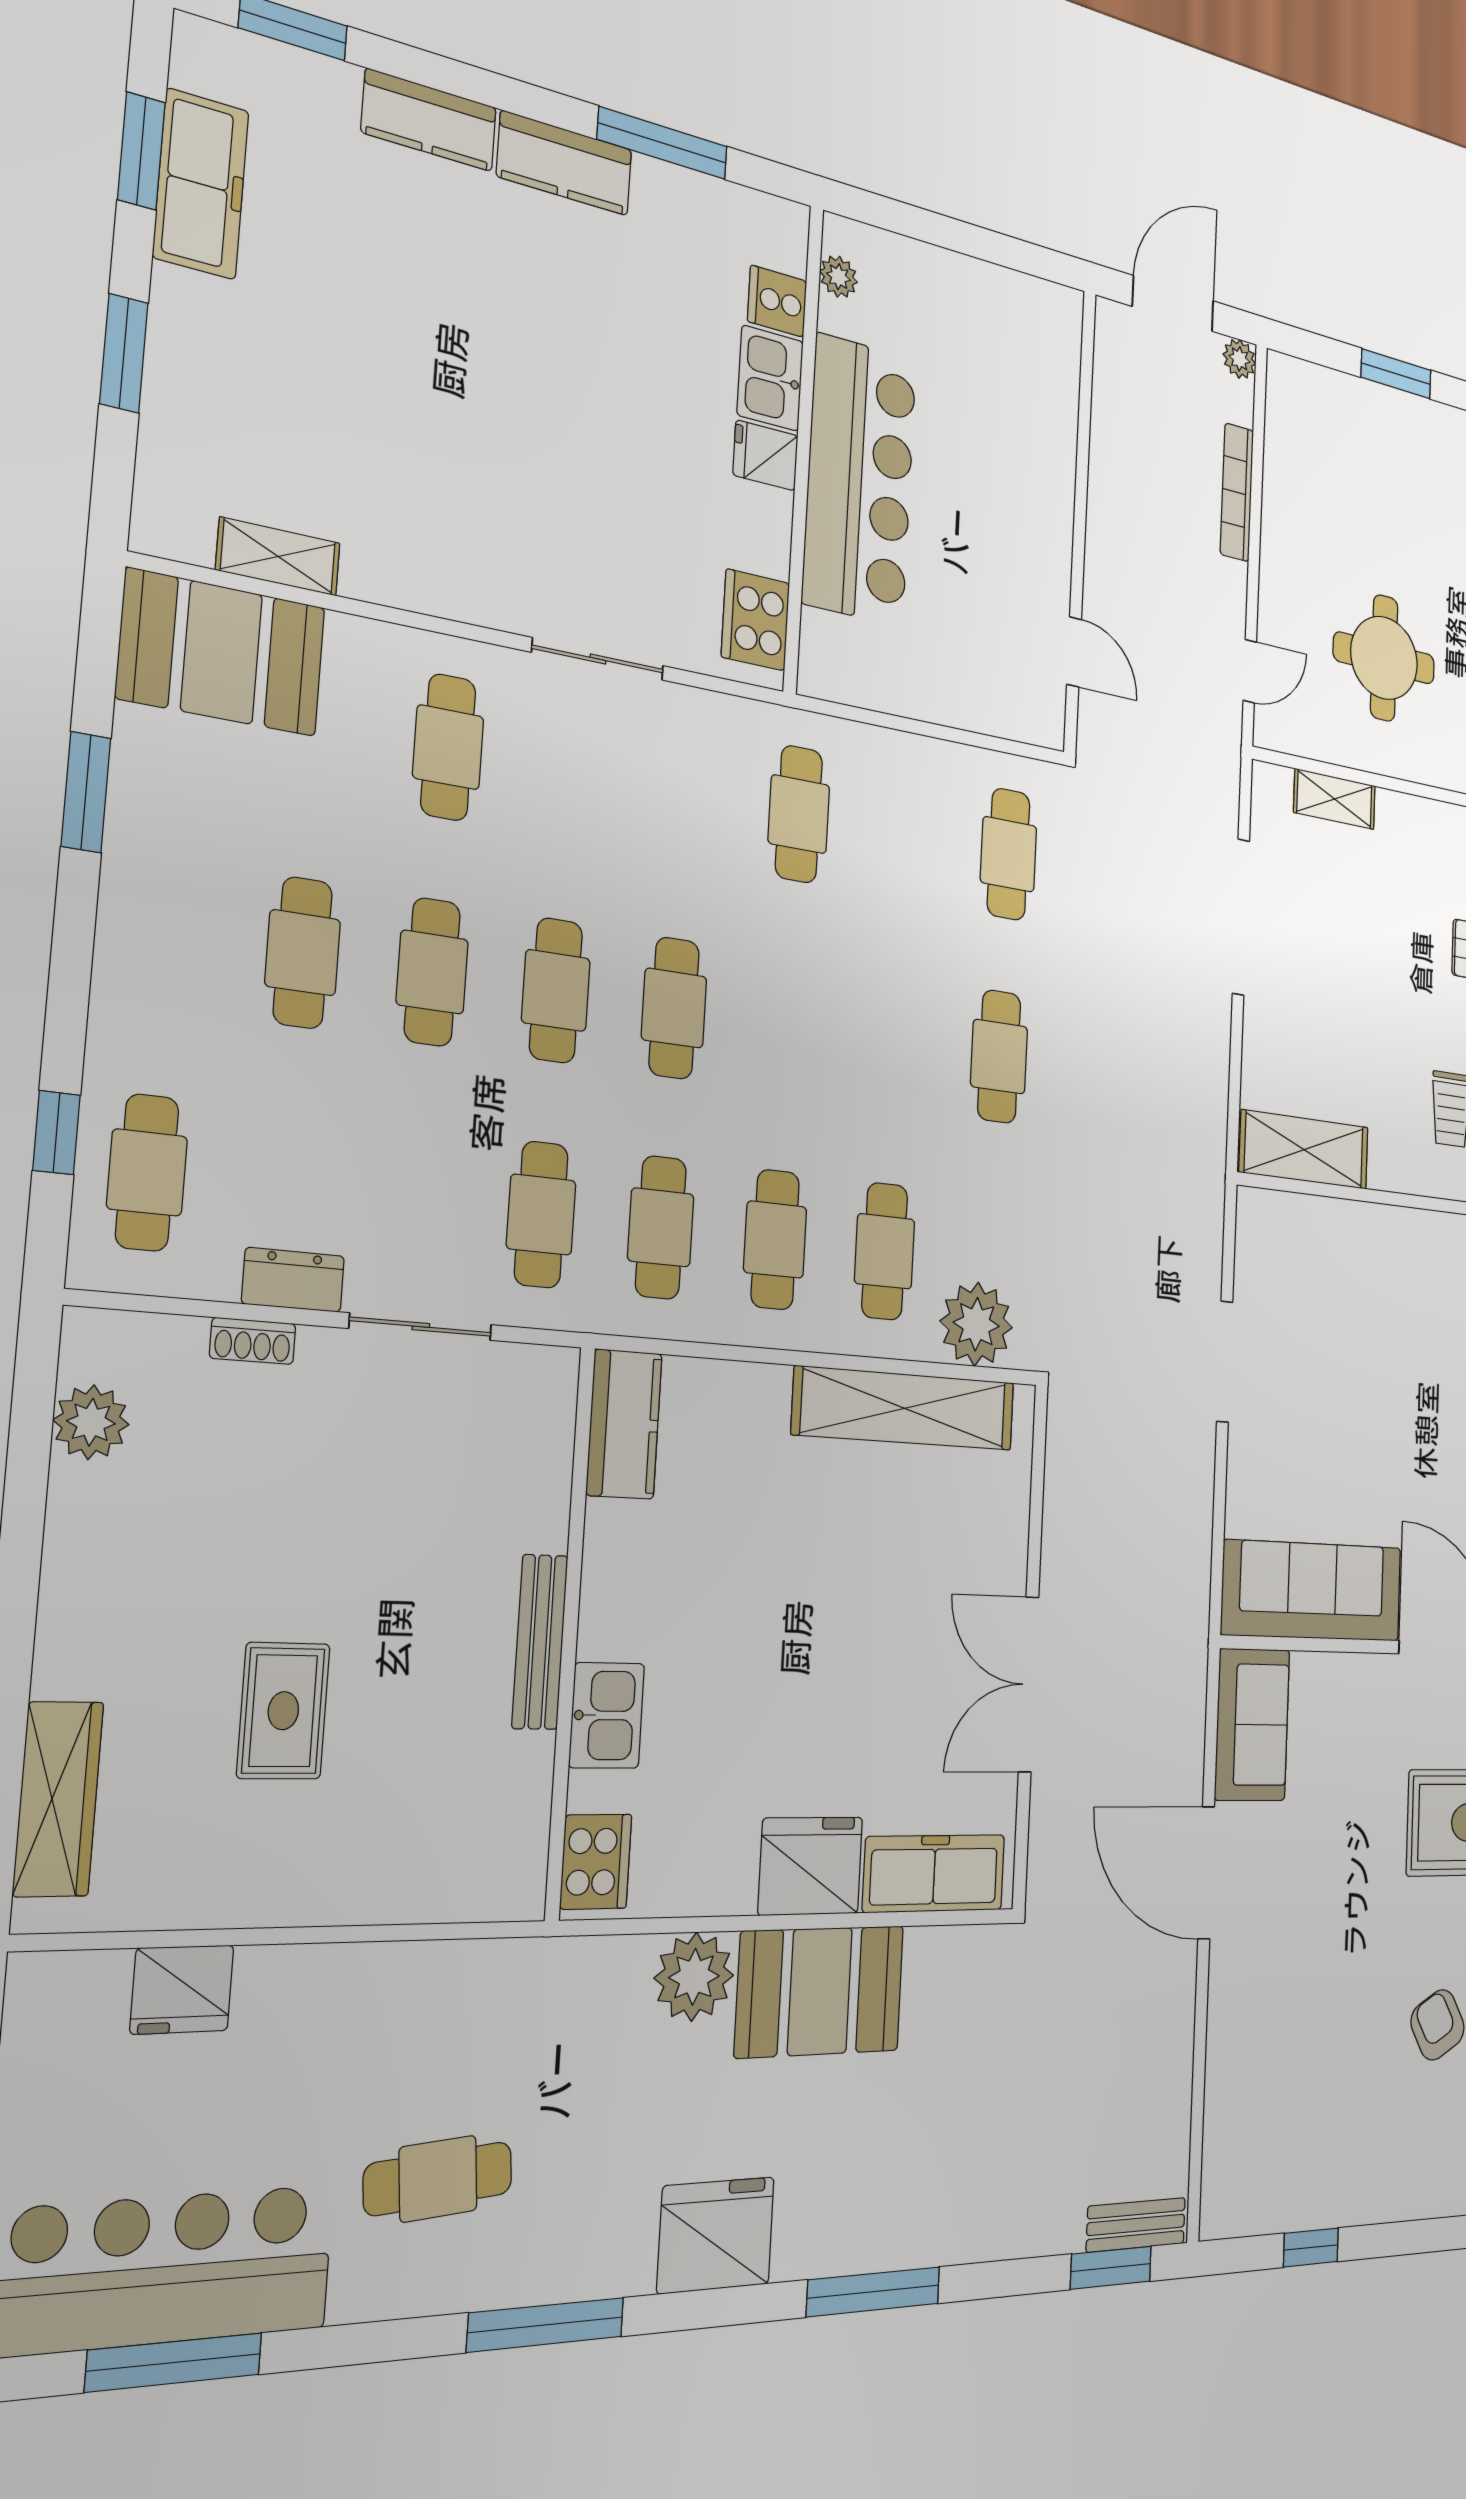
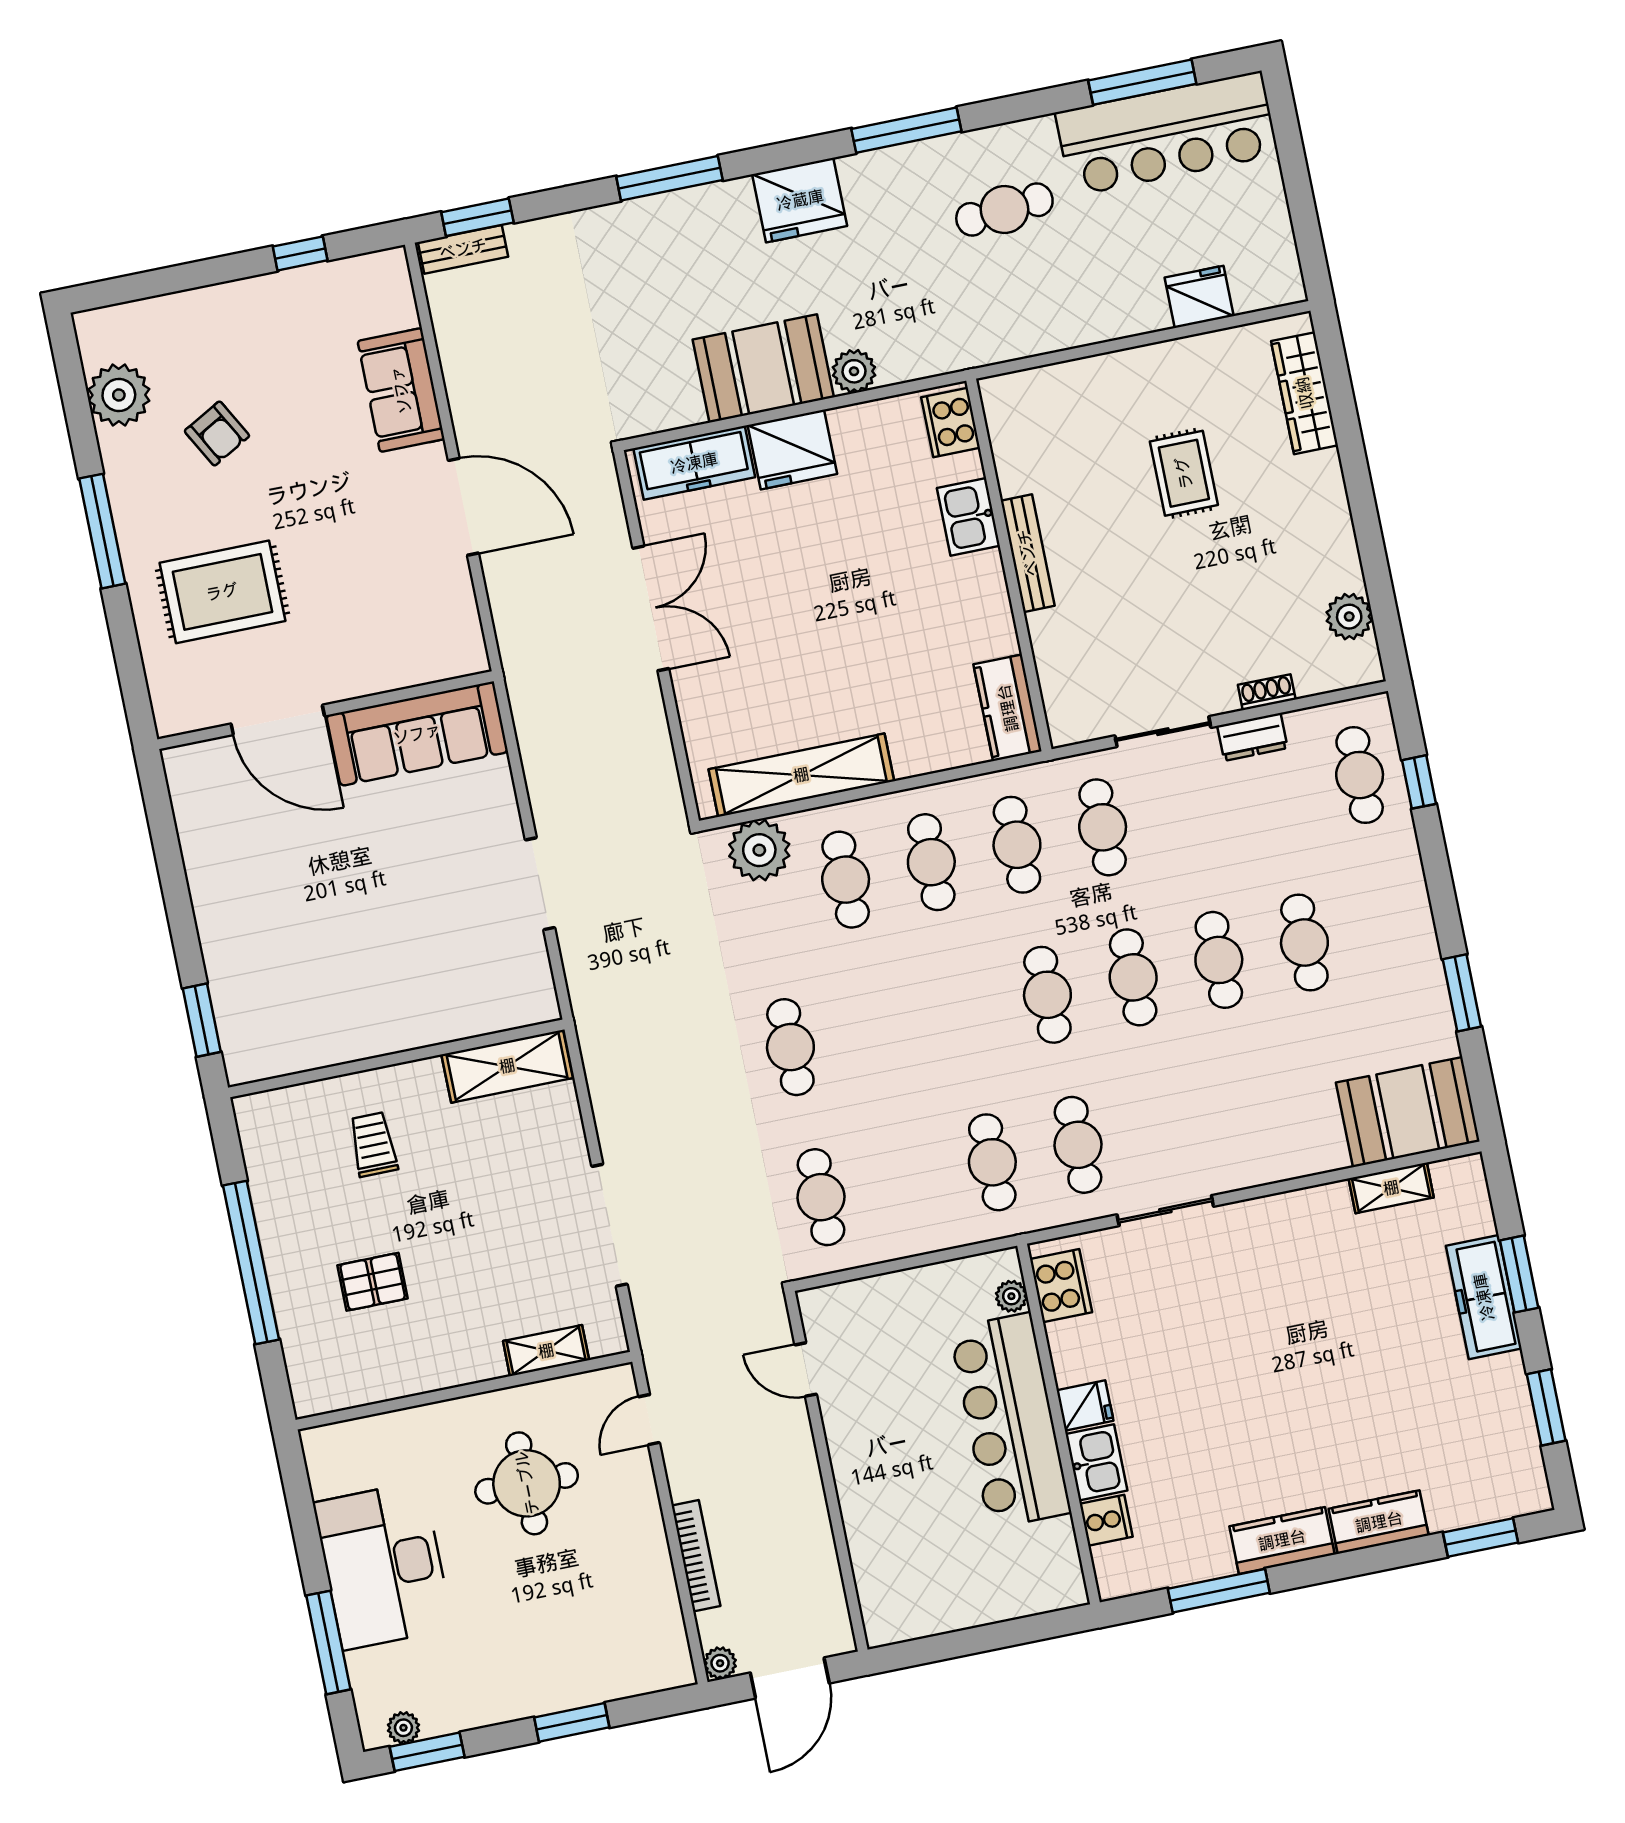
freezer: (201, 184) -> (1484, 1297), moved
plant: (839, 277) -> (1011, 1296), moved
cafe table: (448, 747) -> (1078, 1145), moved
sofa: (1252, 1725) -> (401, 390), moved
plant: (694, 1977) -> (854, 371), width x0.73, depth x0.73

